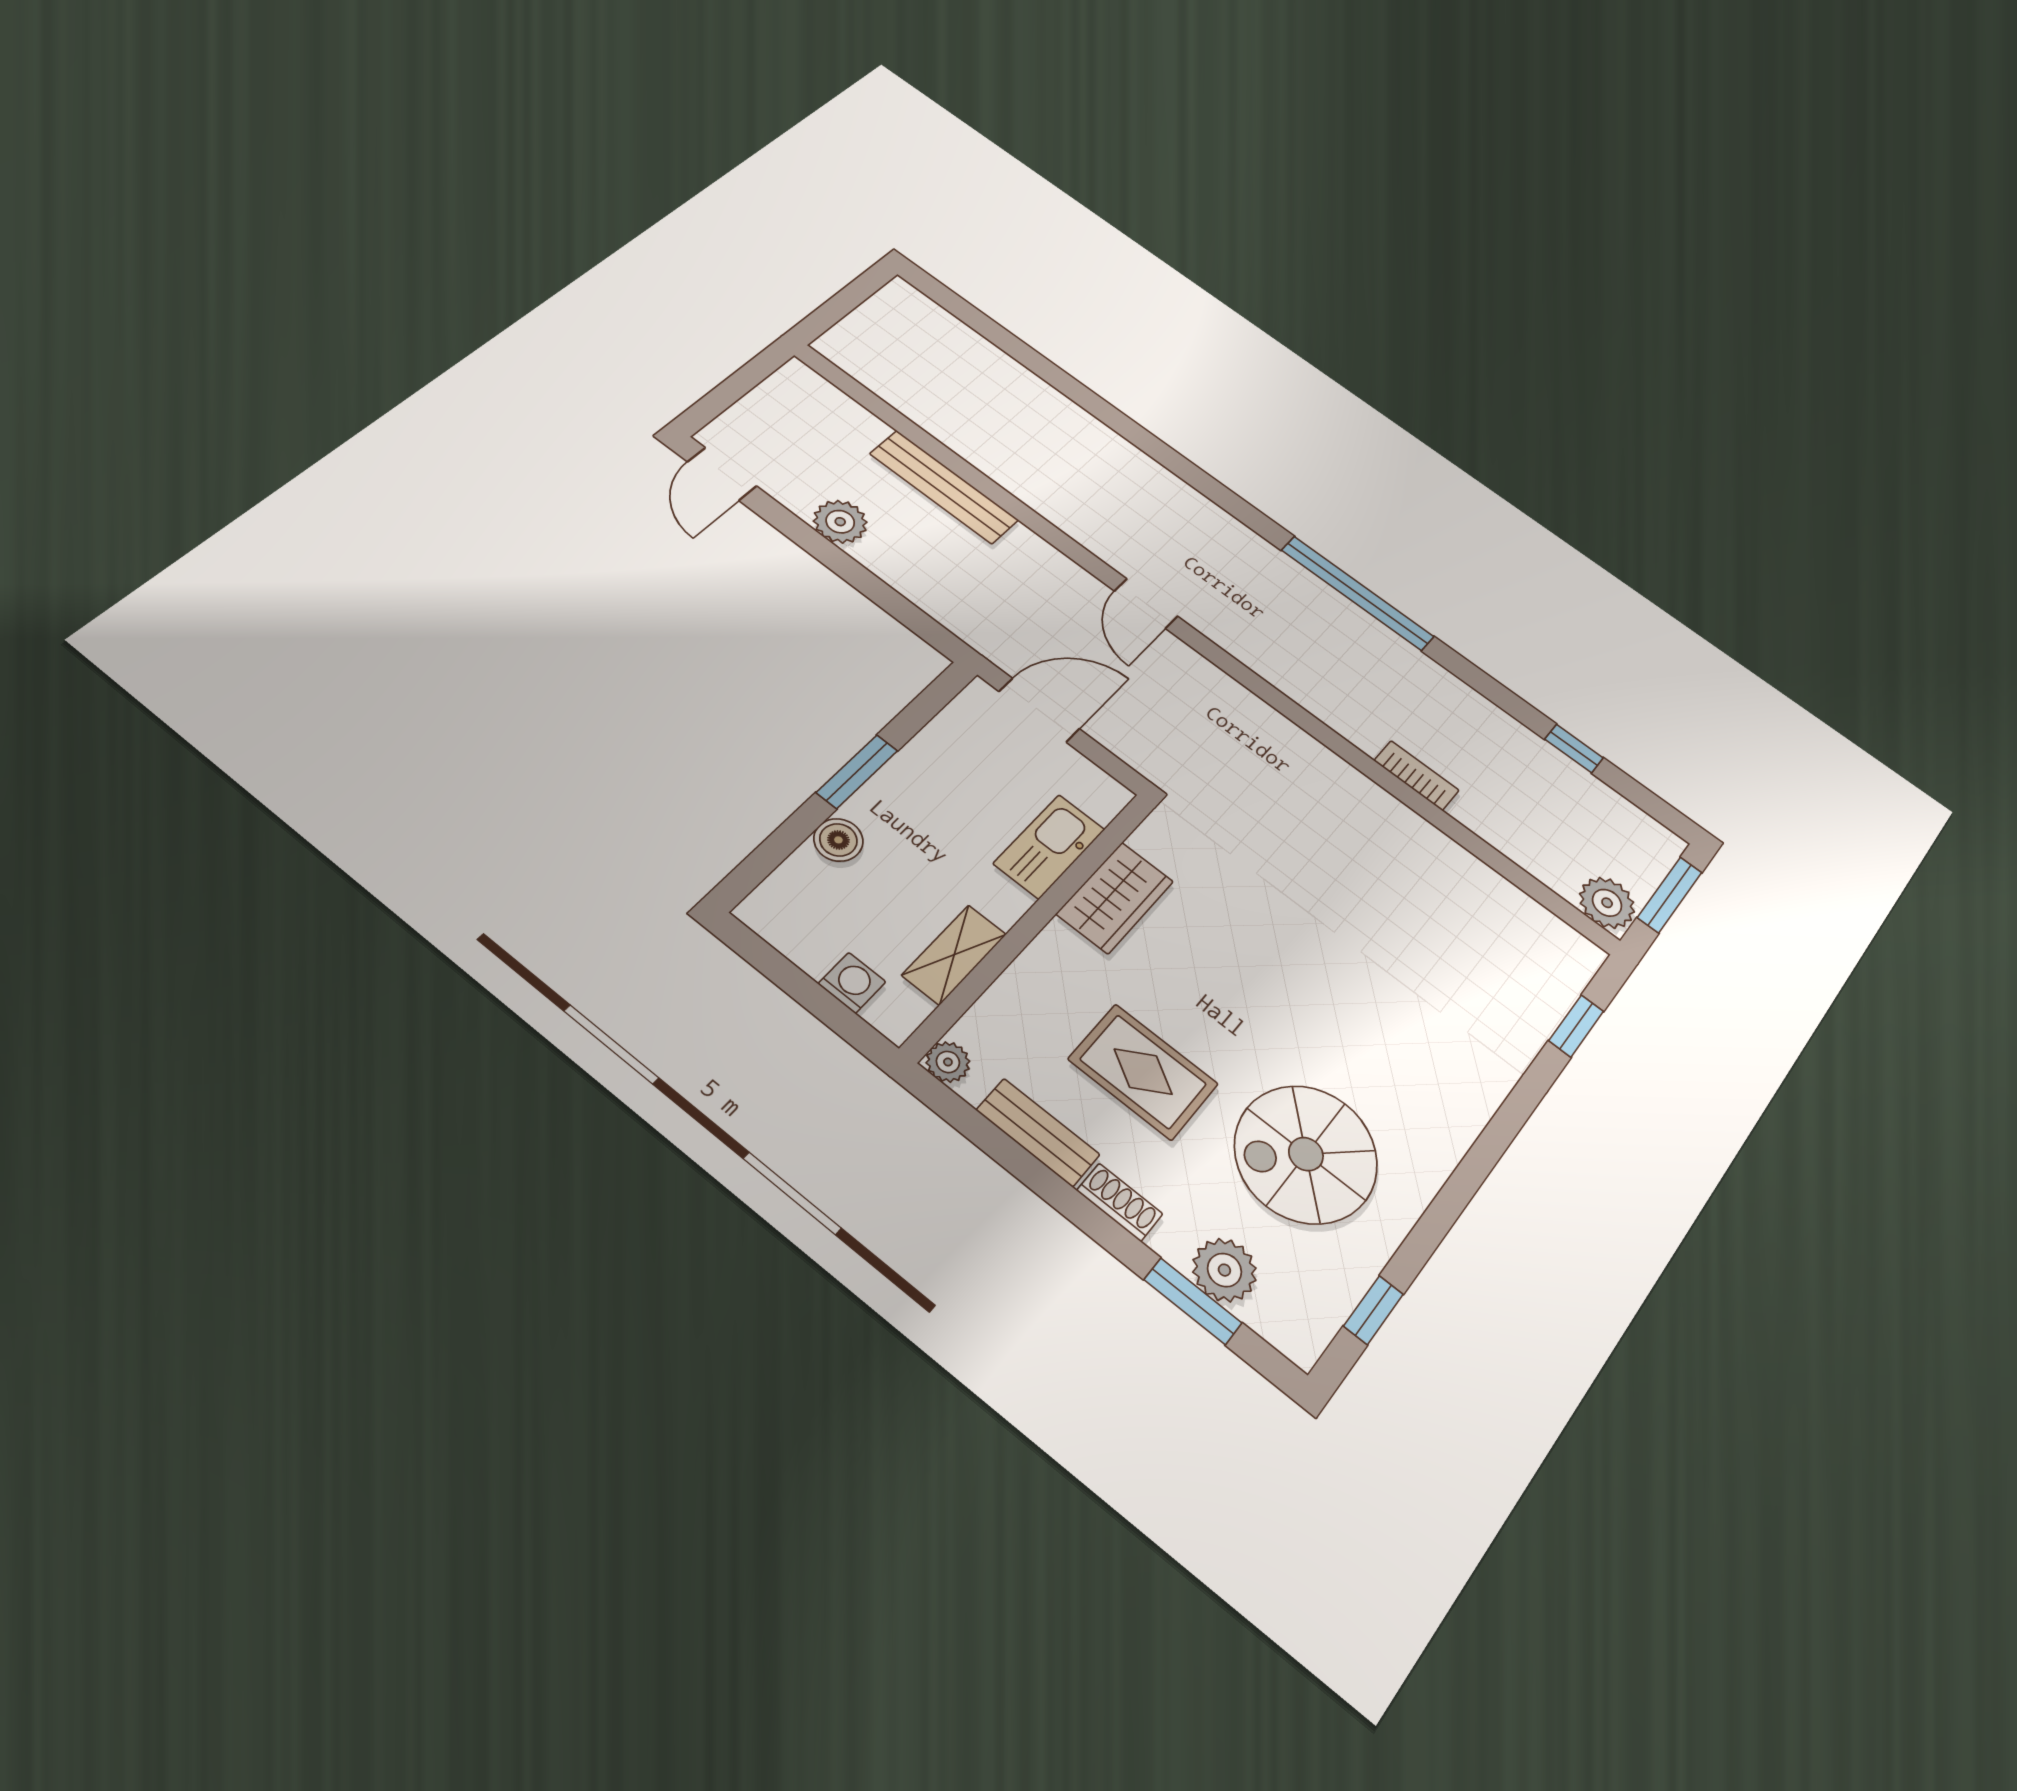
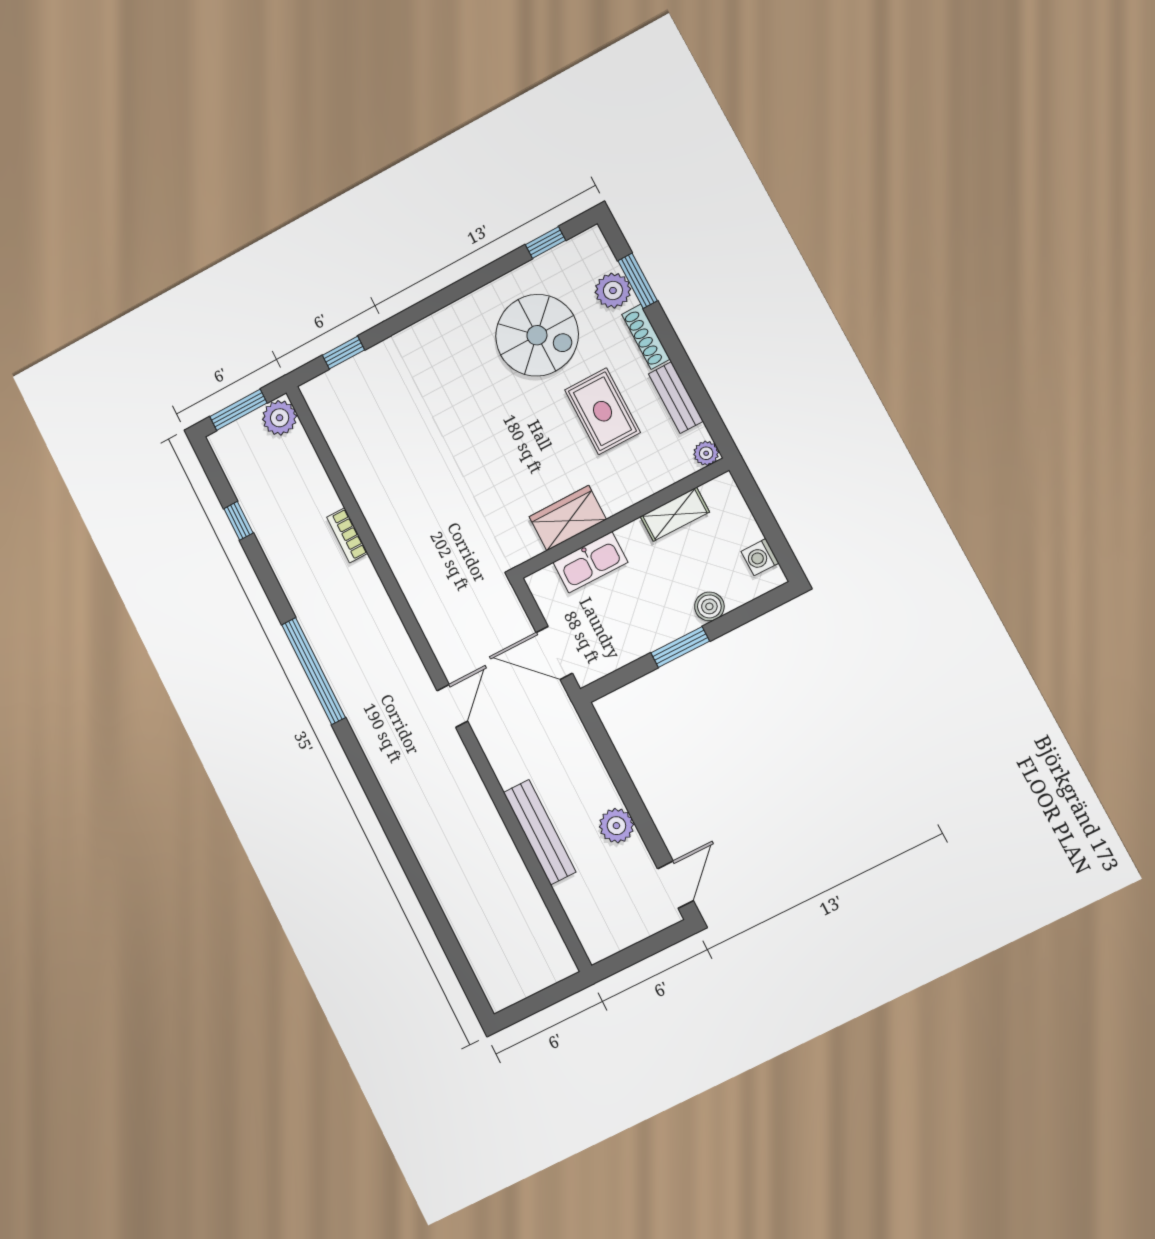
washing machine: (852, 983) -> (760, 557), moved
shoe rack: (1120, 1202) -> (646, 337), width x1.43

